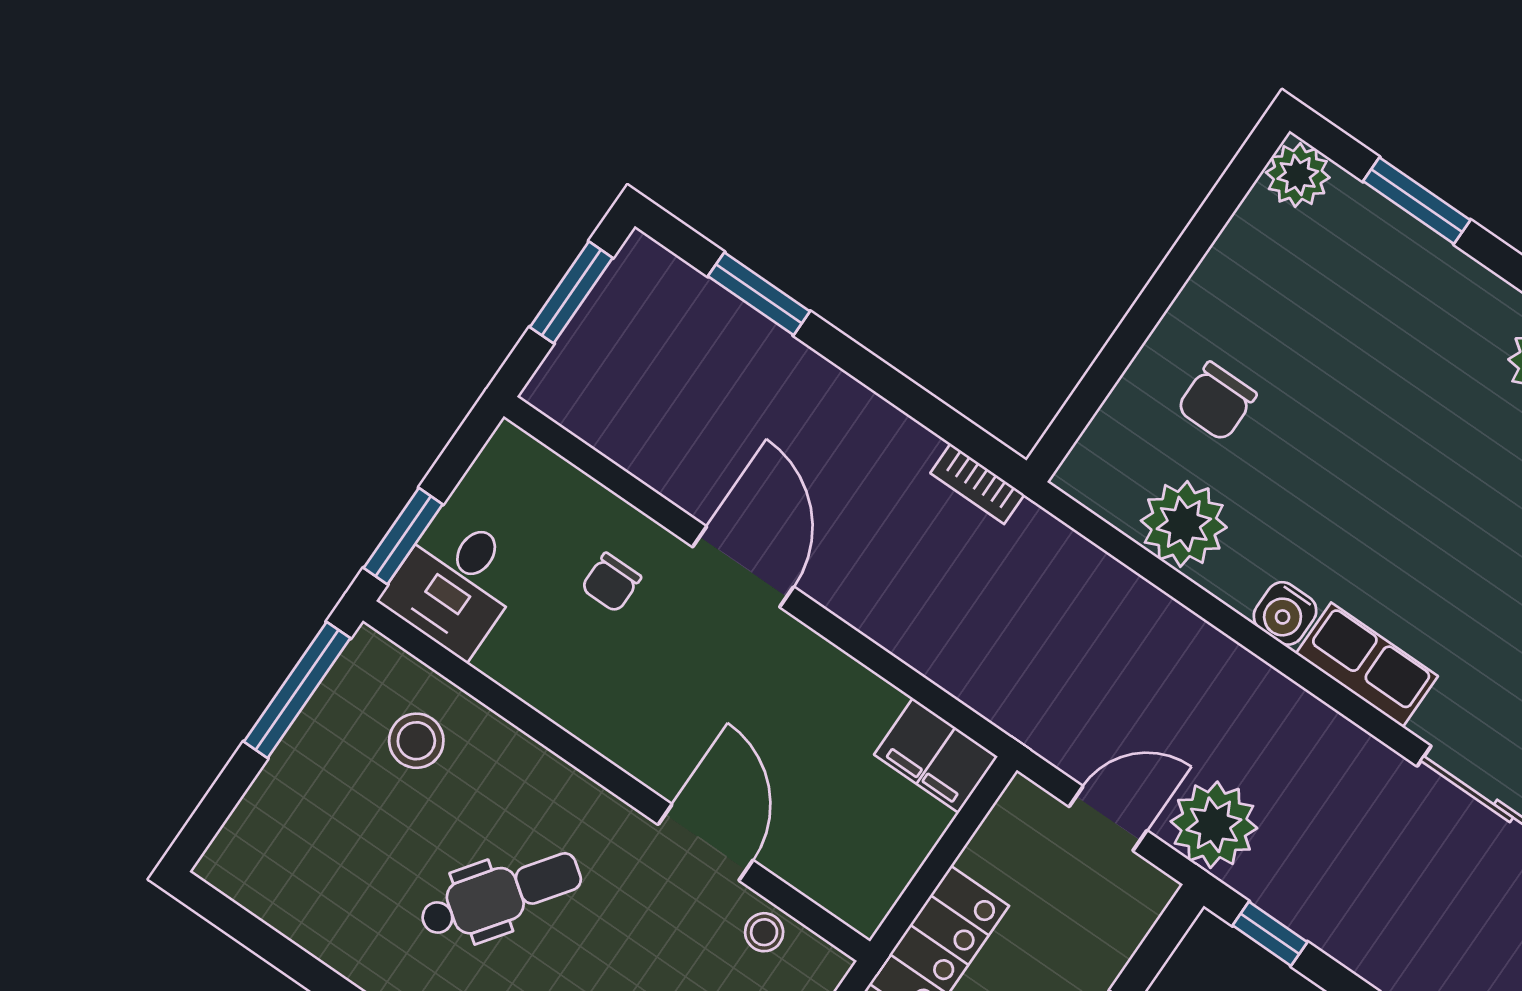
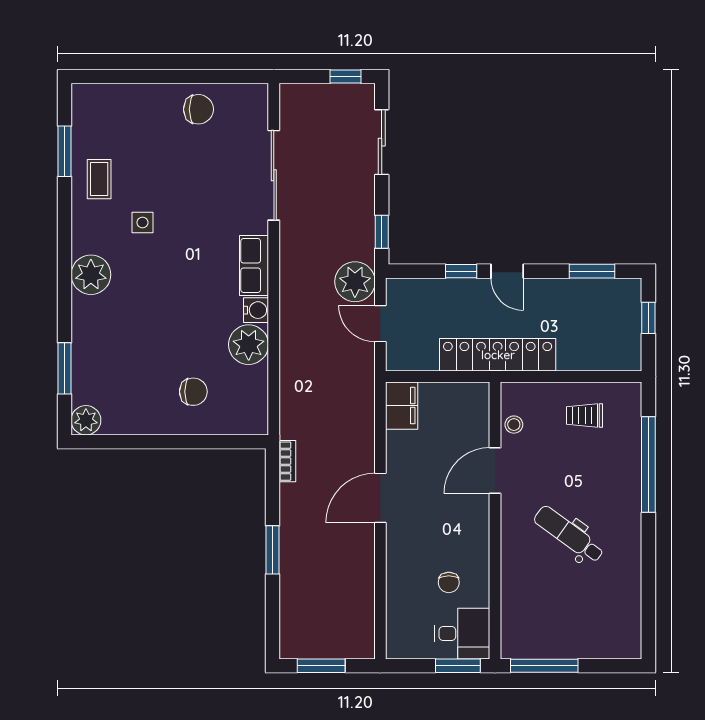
window: (759, 294) -> (272, 550), moved
plant: (1184, 524) -> (249, 345), moved
door: (743, 567) -> (380, 498), moved
chair: (611, 583) -> (449, 582), moved, turned 90
stool: (416, 741) -> (532, 607), removed

